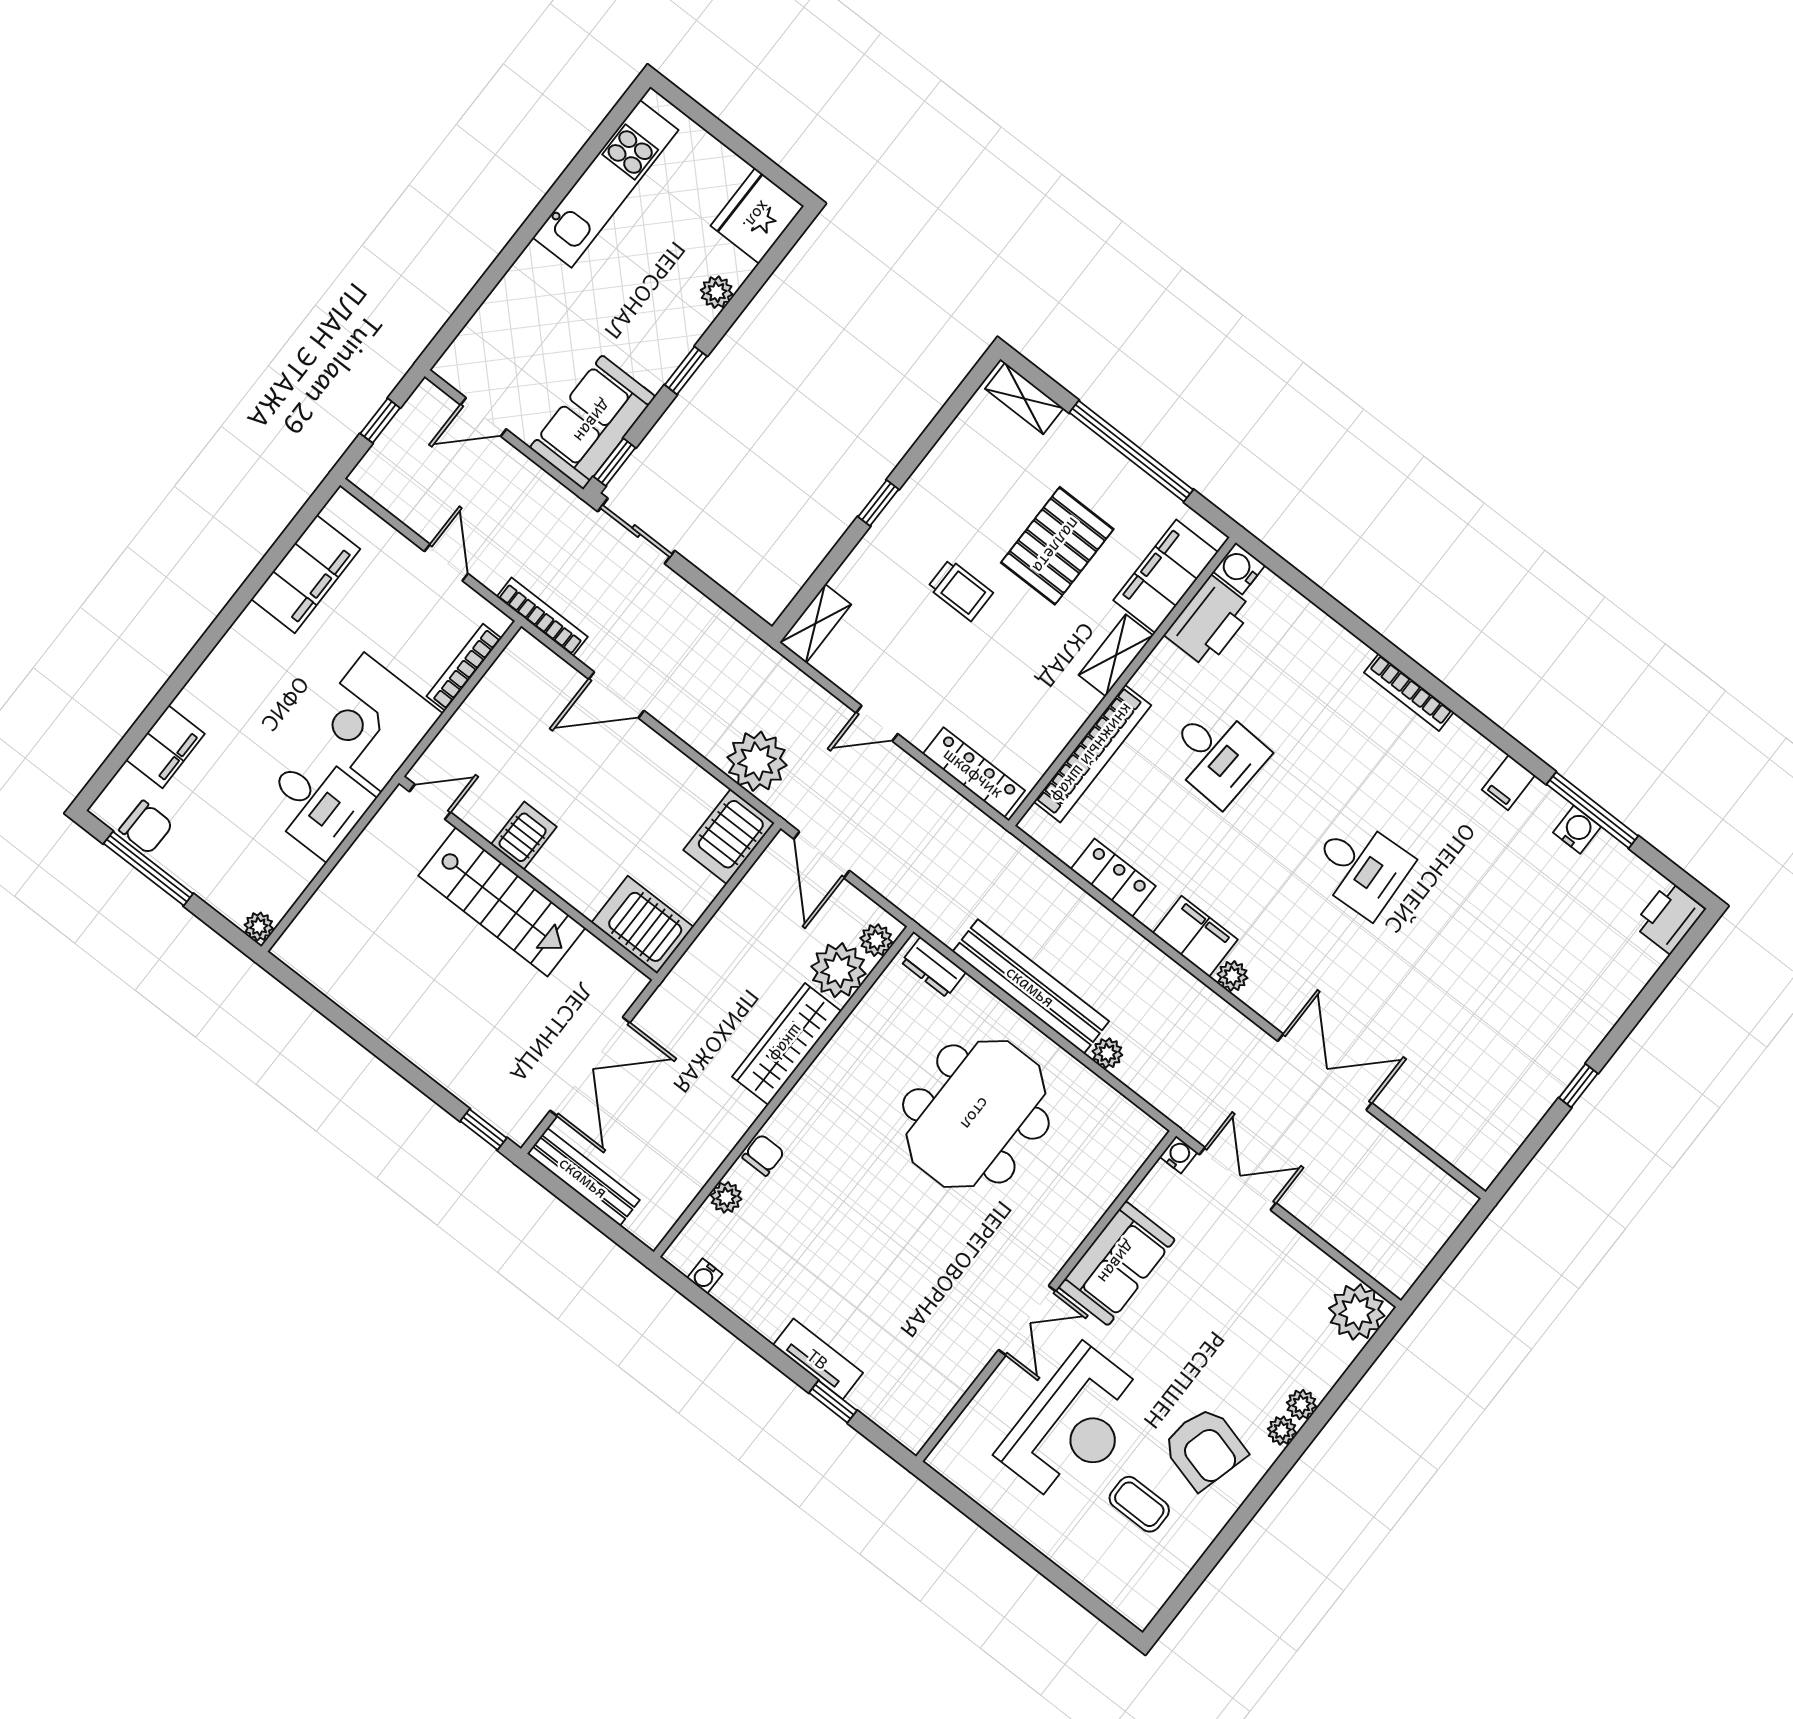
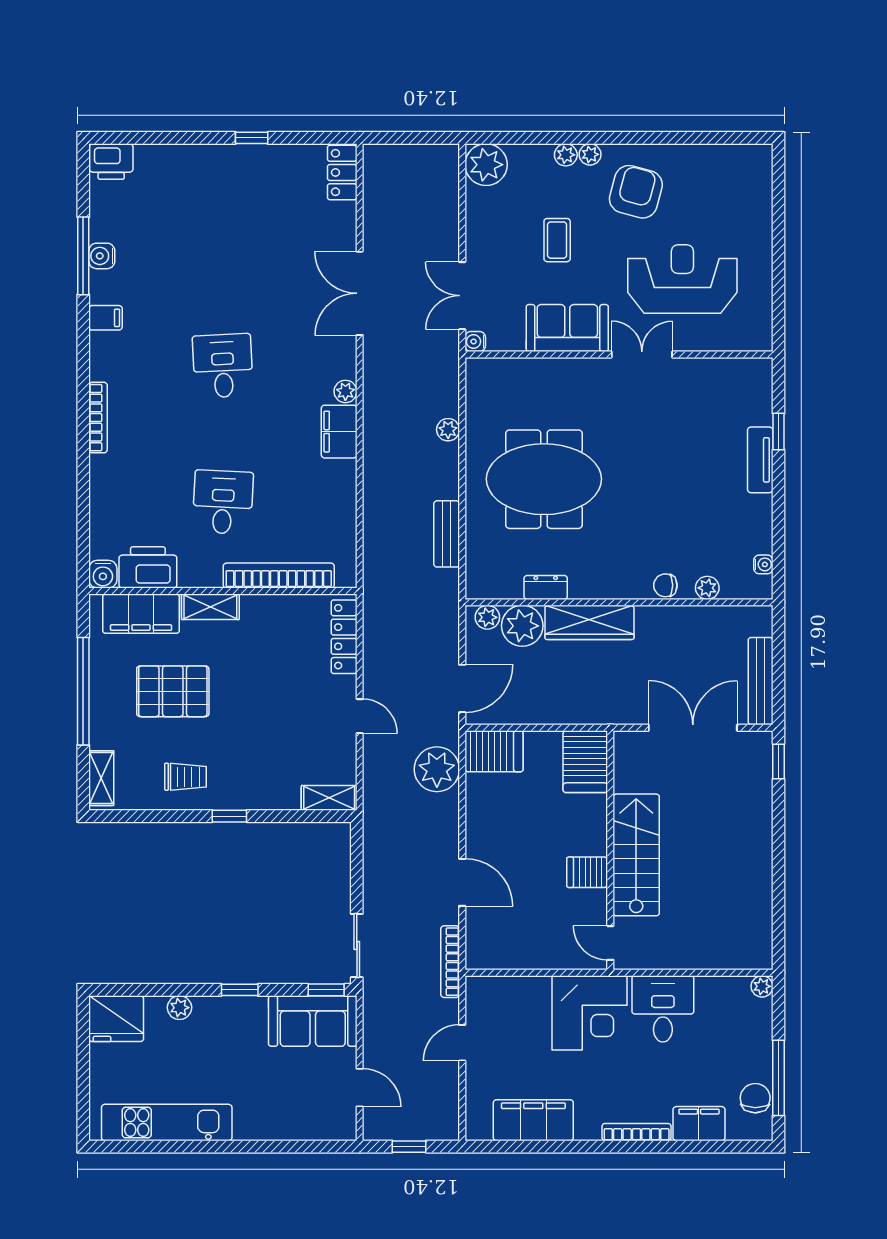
trolley: (960, 590) -> (186, 777), moved, turned 90
bookcase: (464, 667) -> (637, 1132), moved, turned 180
locker: (1113, 878) -> (342, 172), moved
dresser: (933, 967) -> (546, 587), moved, turned -90
bench: (1031, 986) -> (447, 534), width x0.54, depth x0.82
coffee table: (1139, 1504) -> (557, 240), moved

